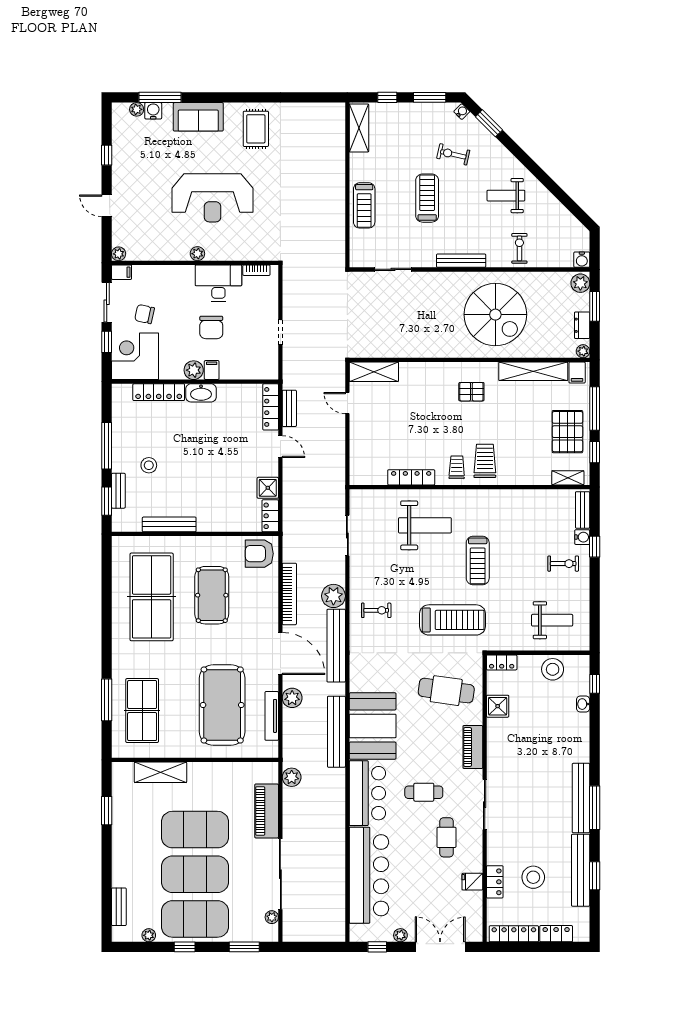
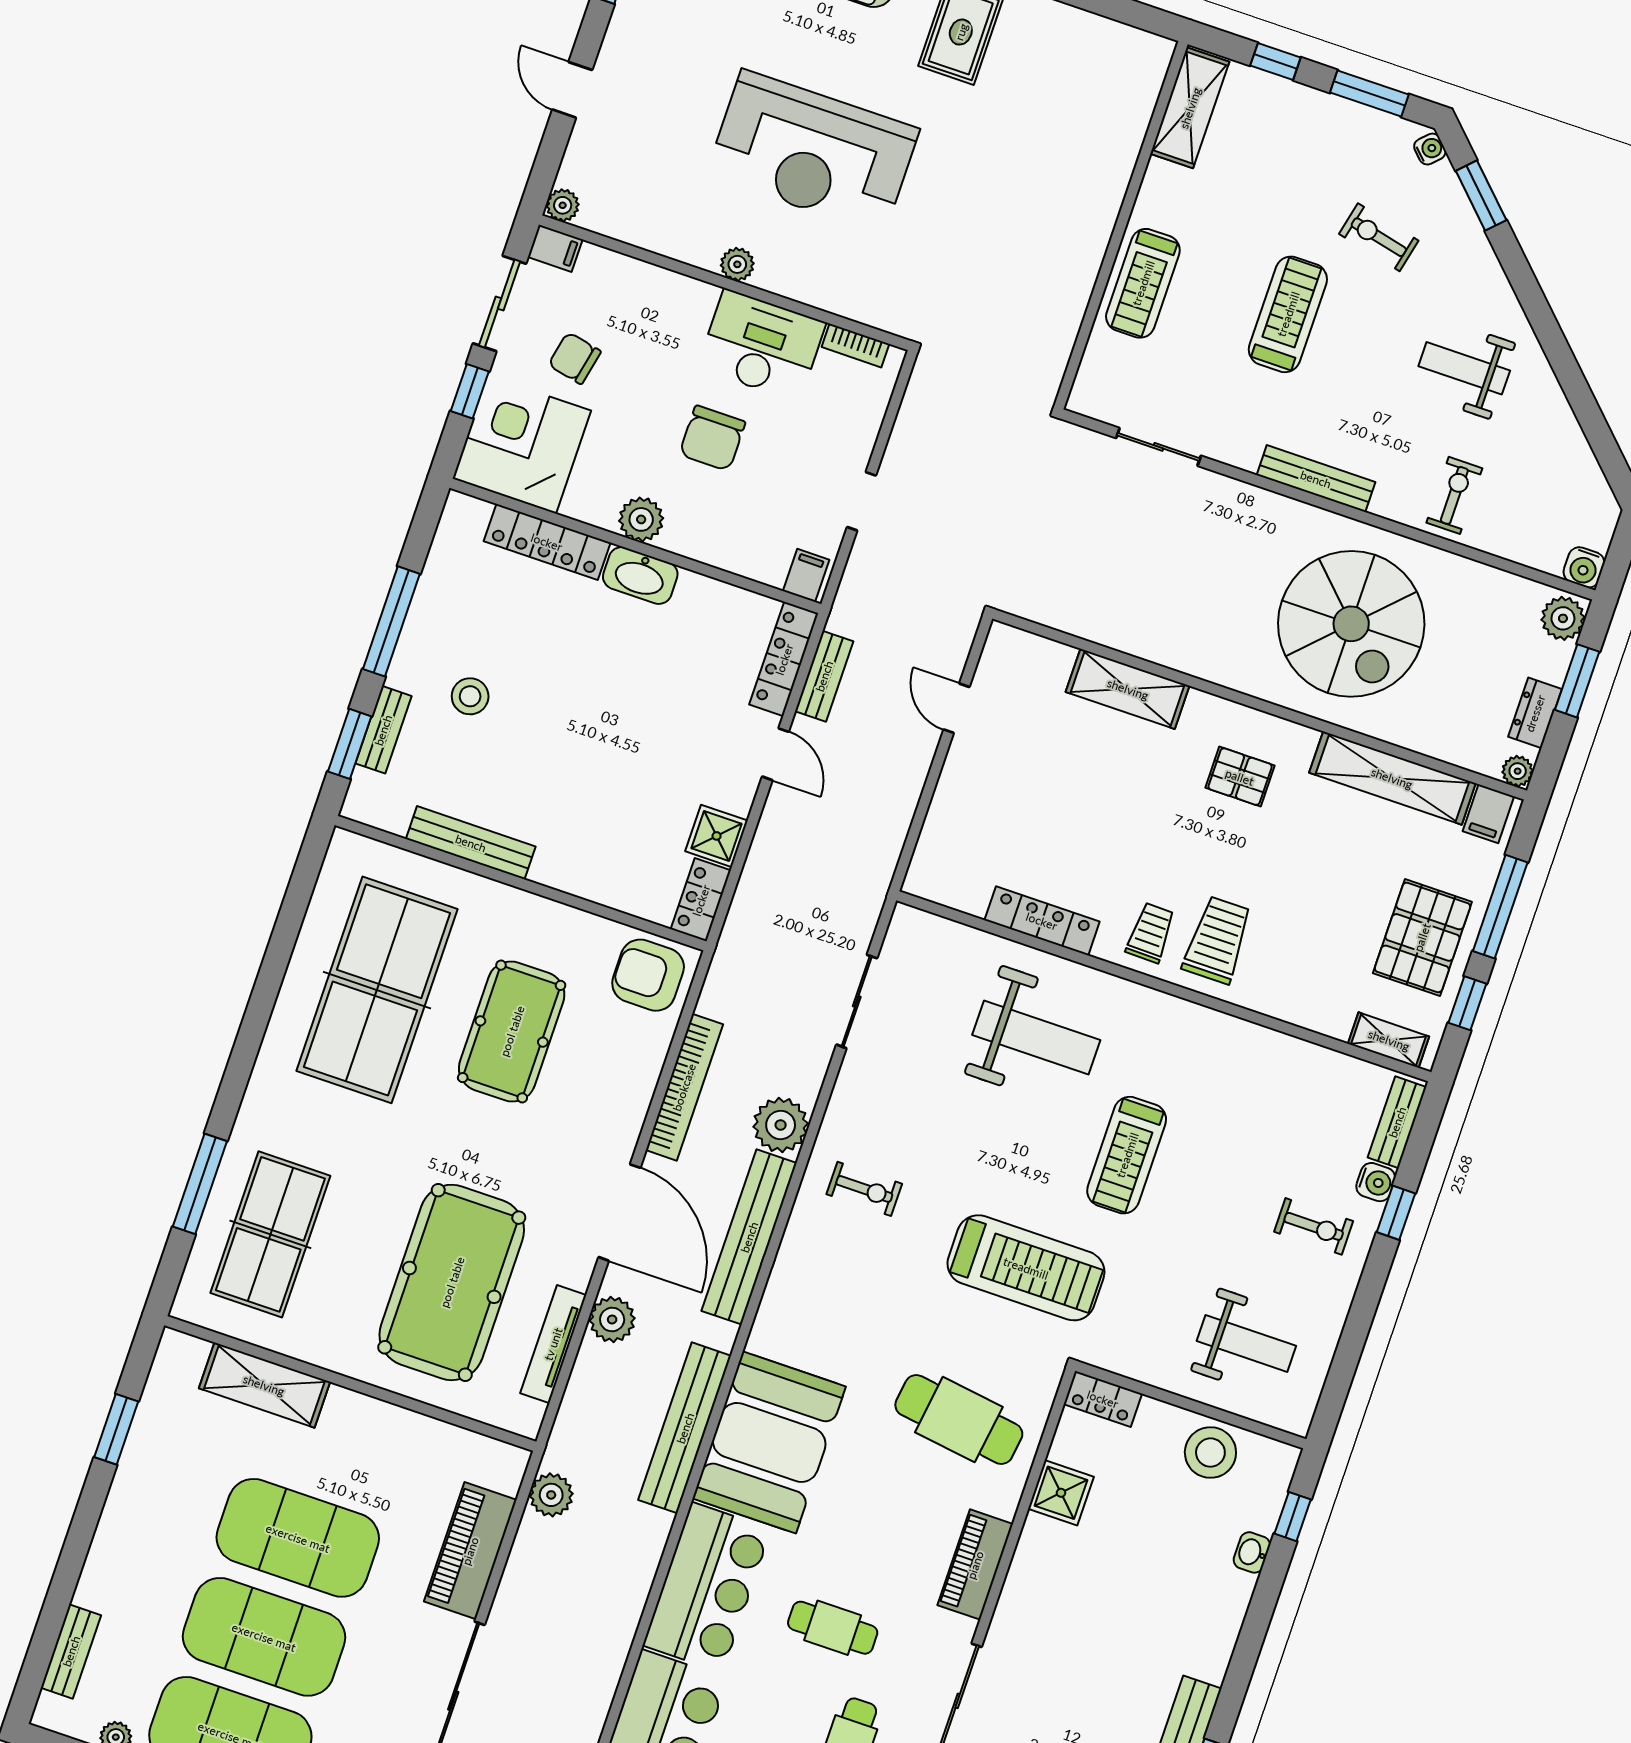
filing cabinet: (212, 370) -> (806, 575), moved
shelving: (374, 372) -> (1128, 689), moved

